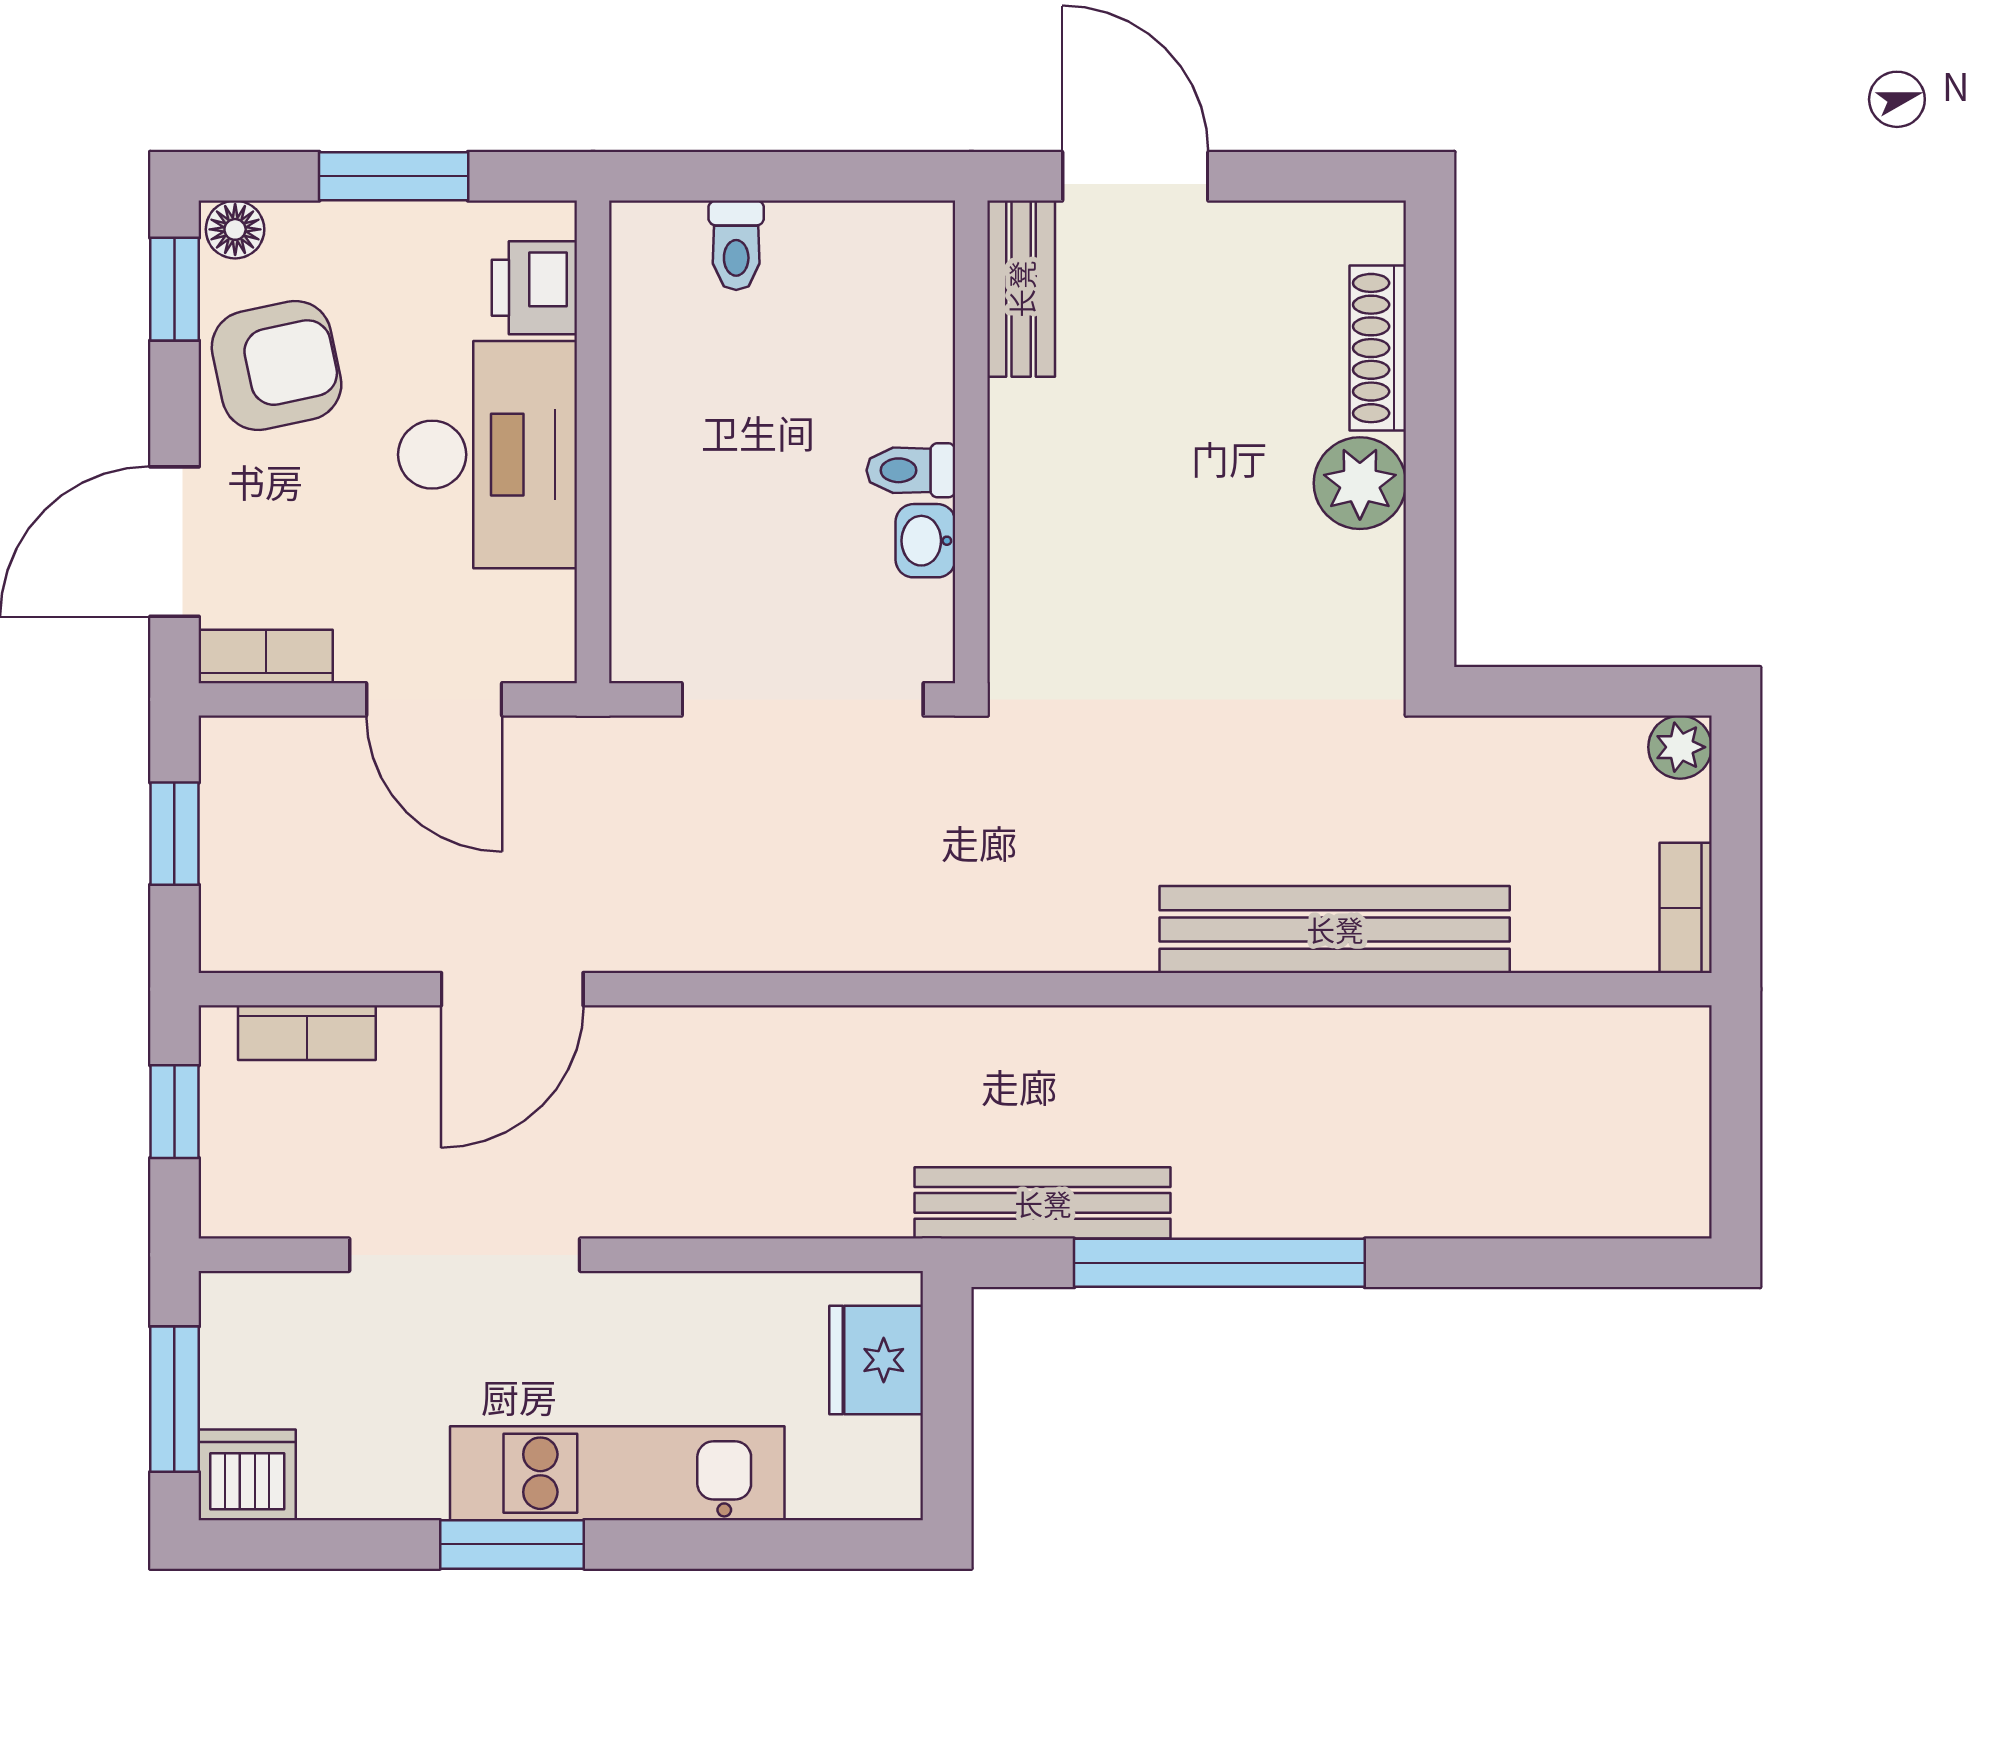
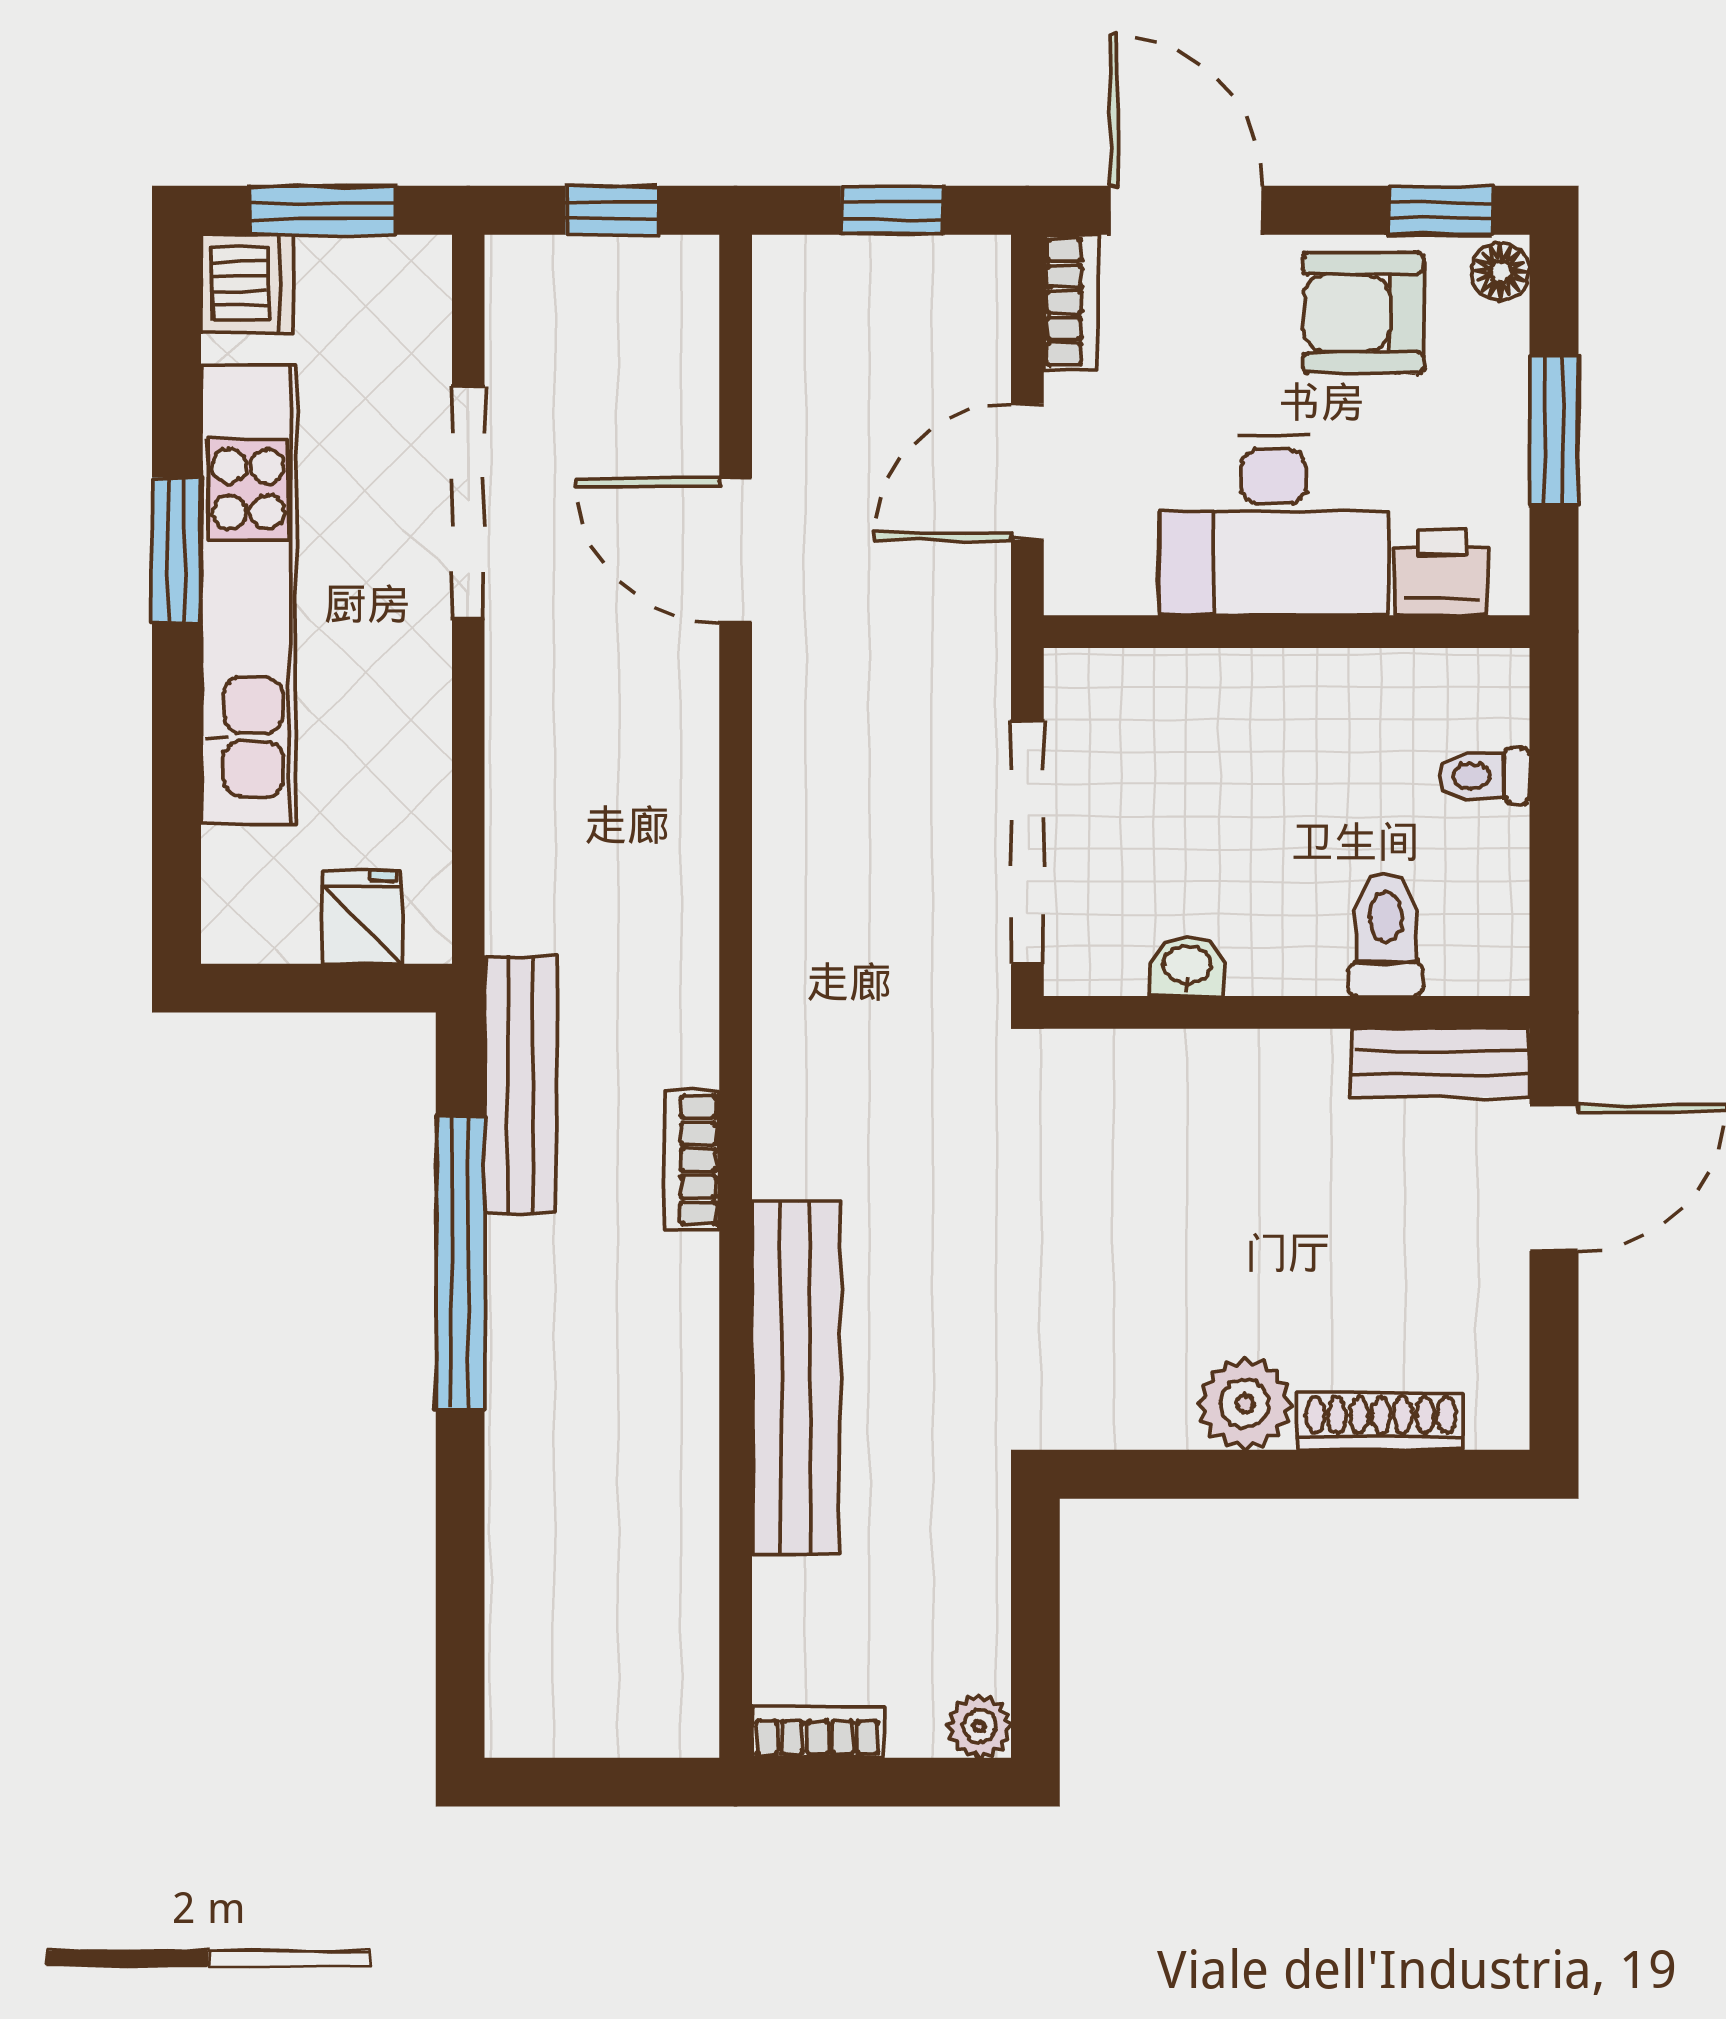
armchair: (277, 366) -> (1363, 313), turned 102
toilet: (911, 470) -> (1386, 934), moved, width x1.37, depth x1.39
bookcase: (307, 1033) -> (692, 1160), moved
fridge: (876, 1360) -> (362, 917), width x0.72
kitchen unit: (617, 1473) -> (248, 595), width x1.36

